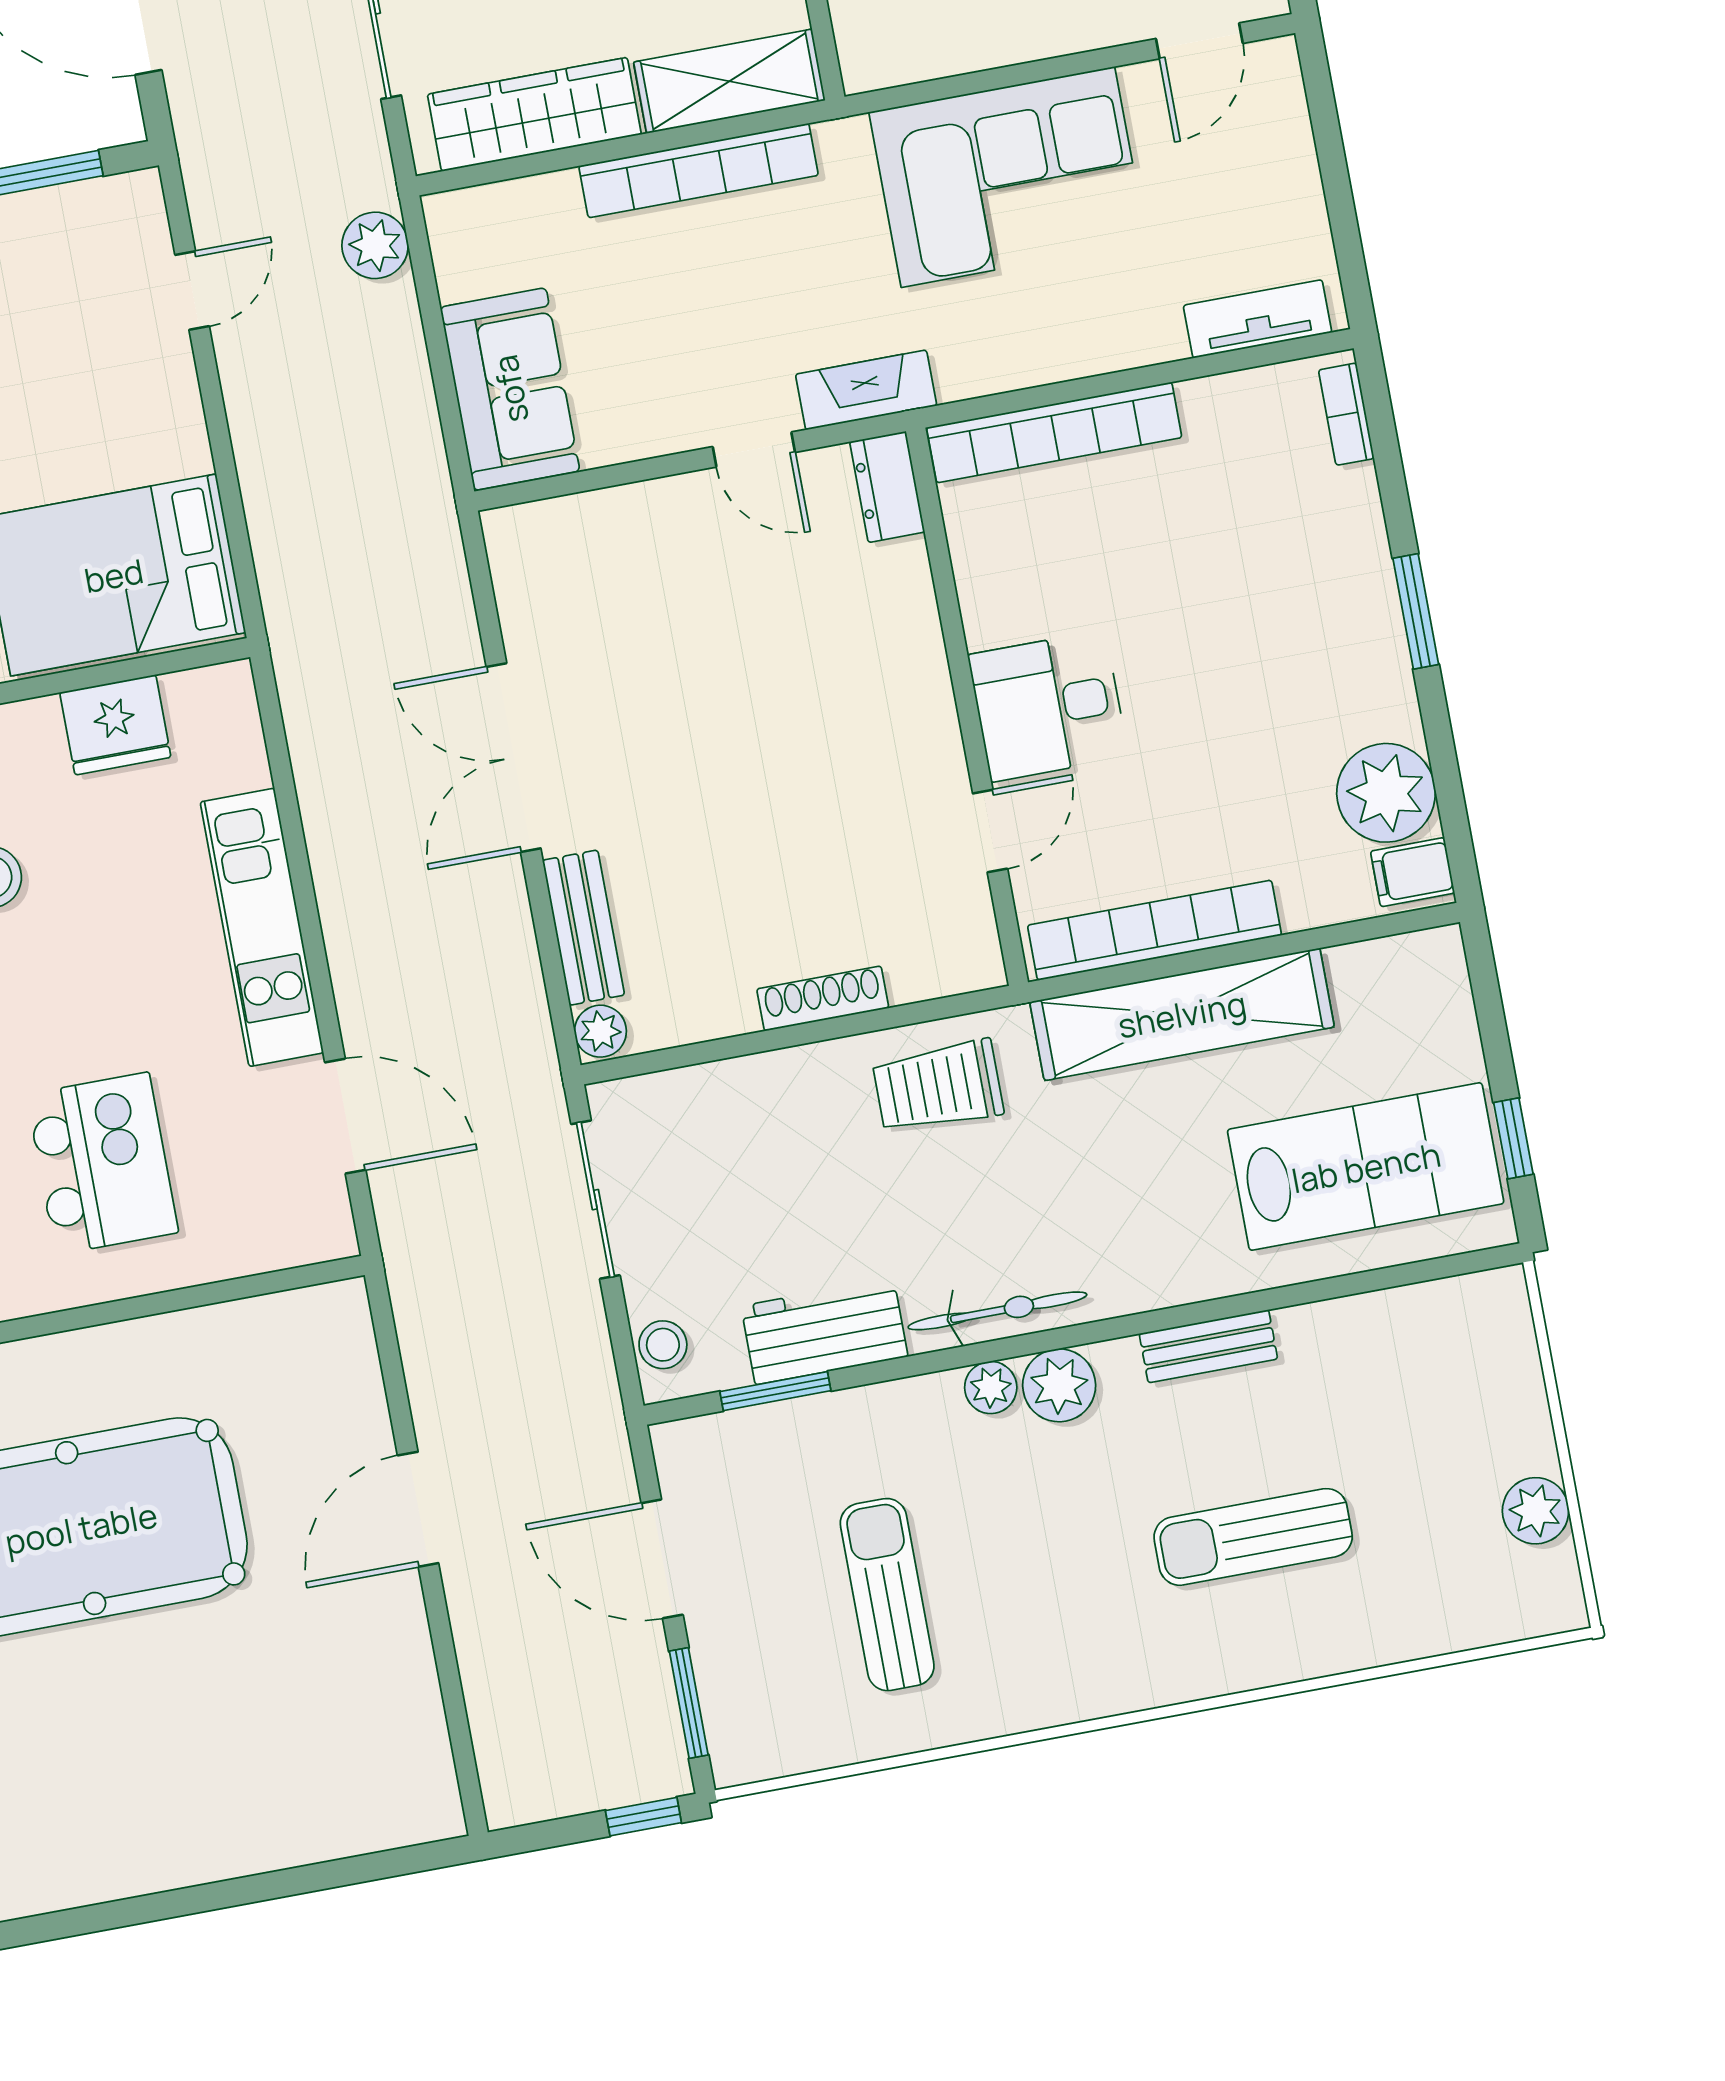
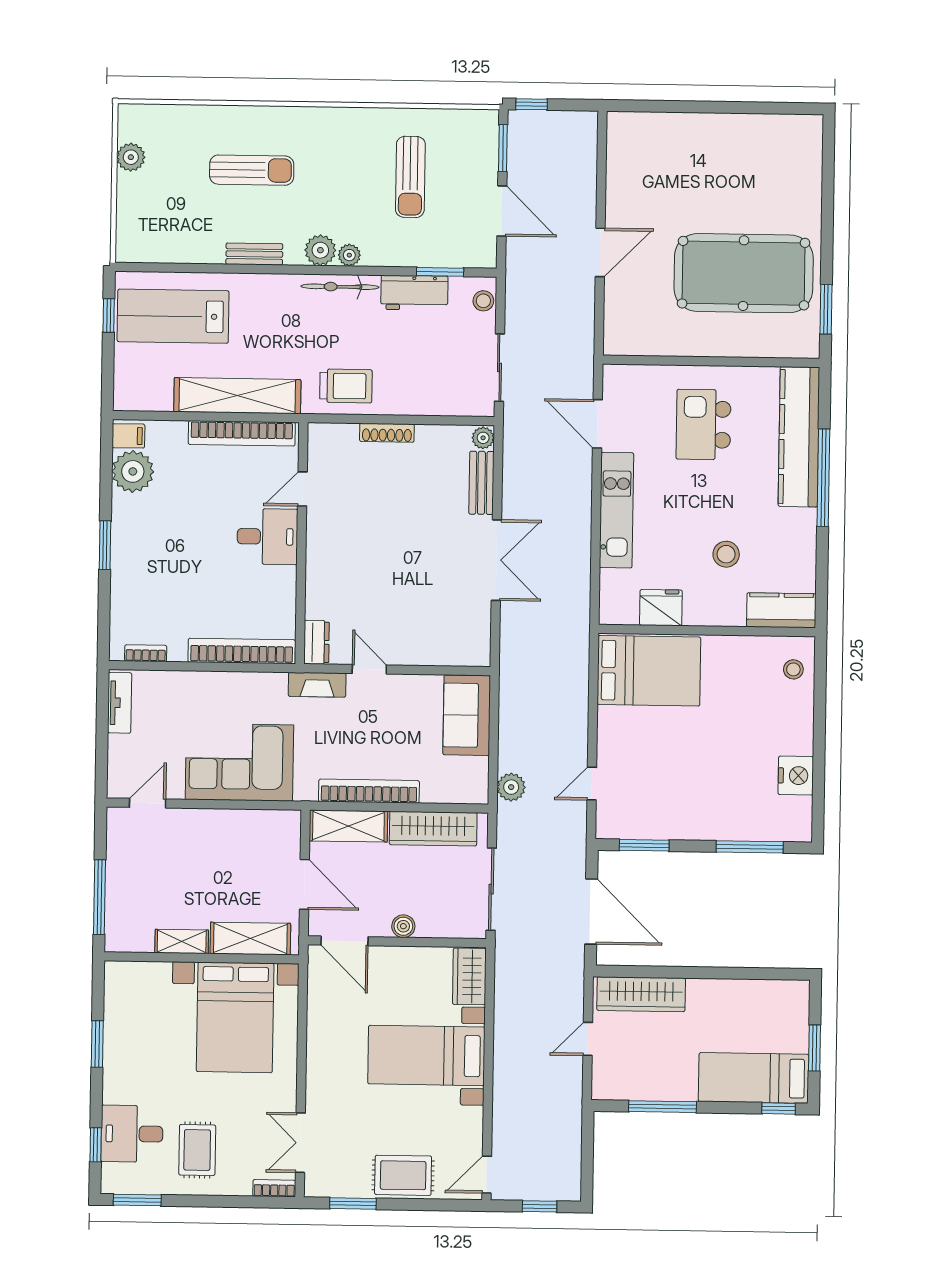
tv unit: (1258, 319) -> (120, 703), moved, turned -90
bookcase: (1346, 414) -> (146, 653), moved, turned -90

